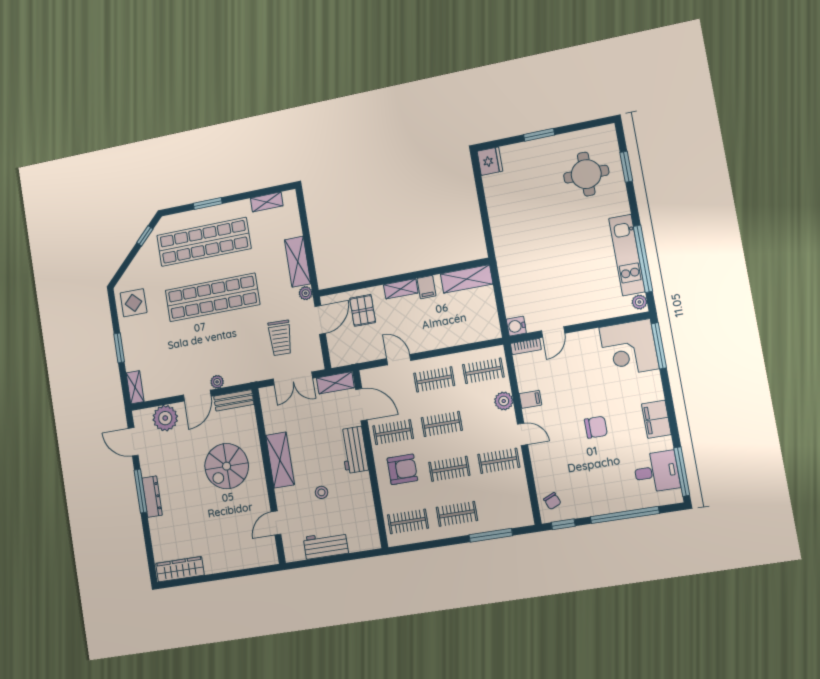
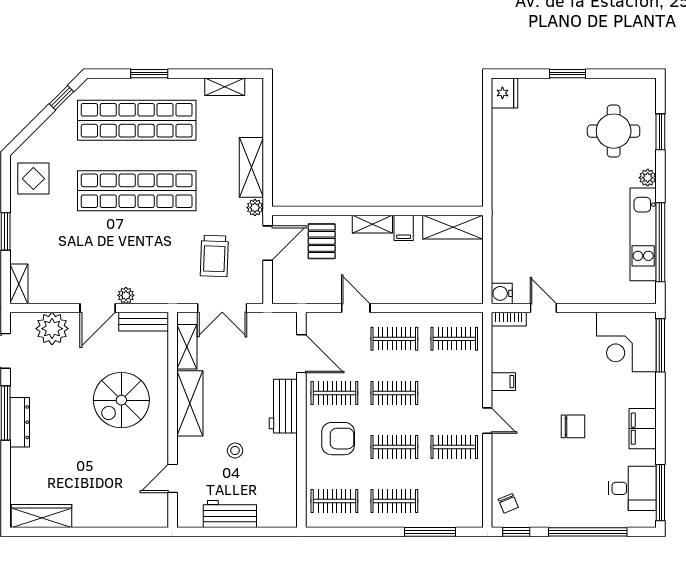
plant: (639, 302) -> (648, 178), moved
door: (553, 332) -> (543, 308), swing flipped
shelving: (335, 383) -> (187, 347), moved, turned 90
plant: (504, 401) -> (472, 378), removed

